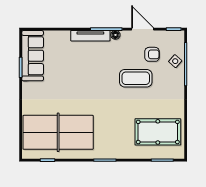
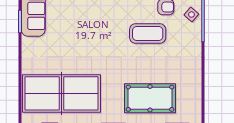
pool table: (158, 132) -> (150, 98), moved

